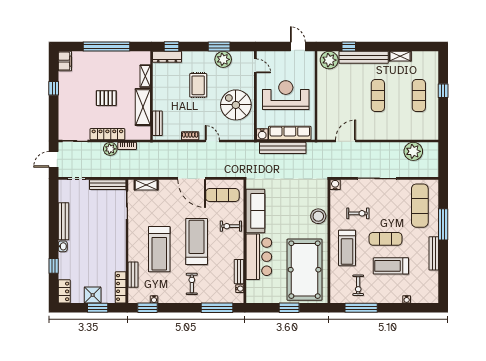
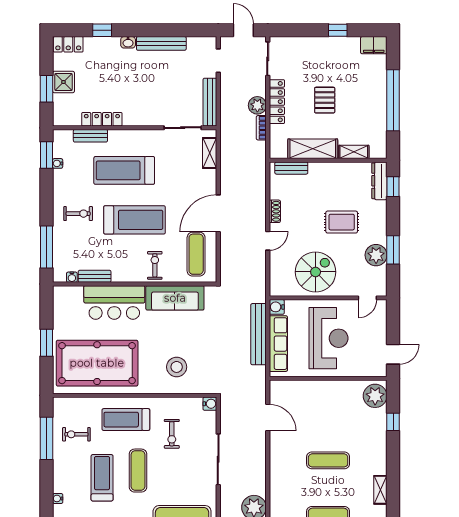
bench: (364, 57) -> (379, 441), removed
stool: (318, 216) -> (177, 367), moved
locker: (121, 287) -> (102, 119), moved

